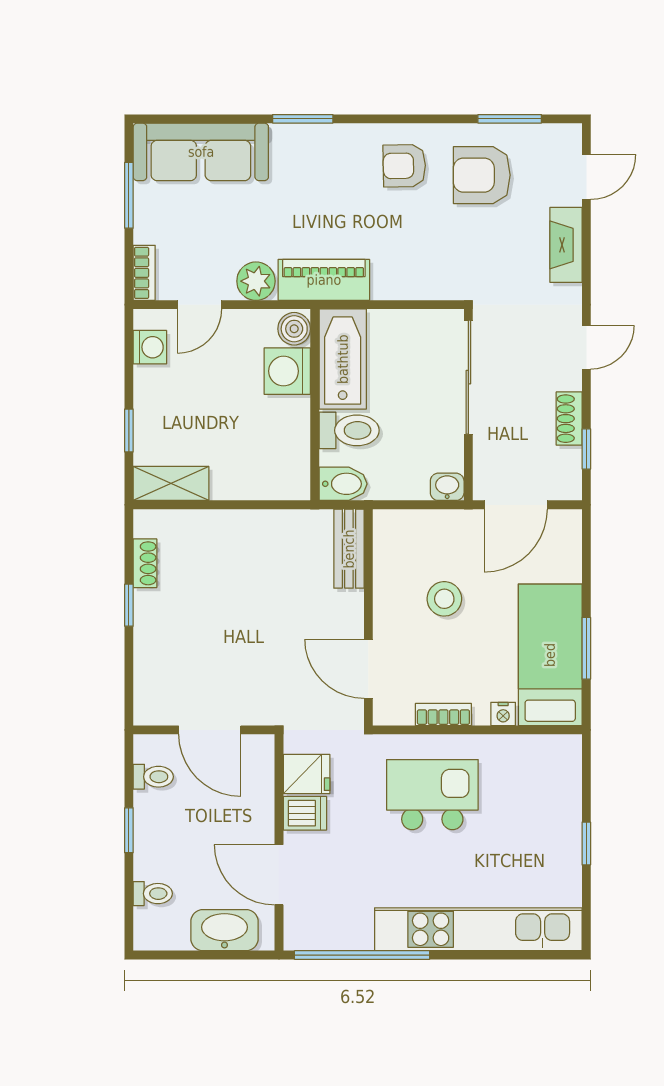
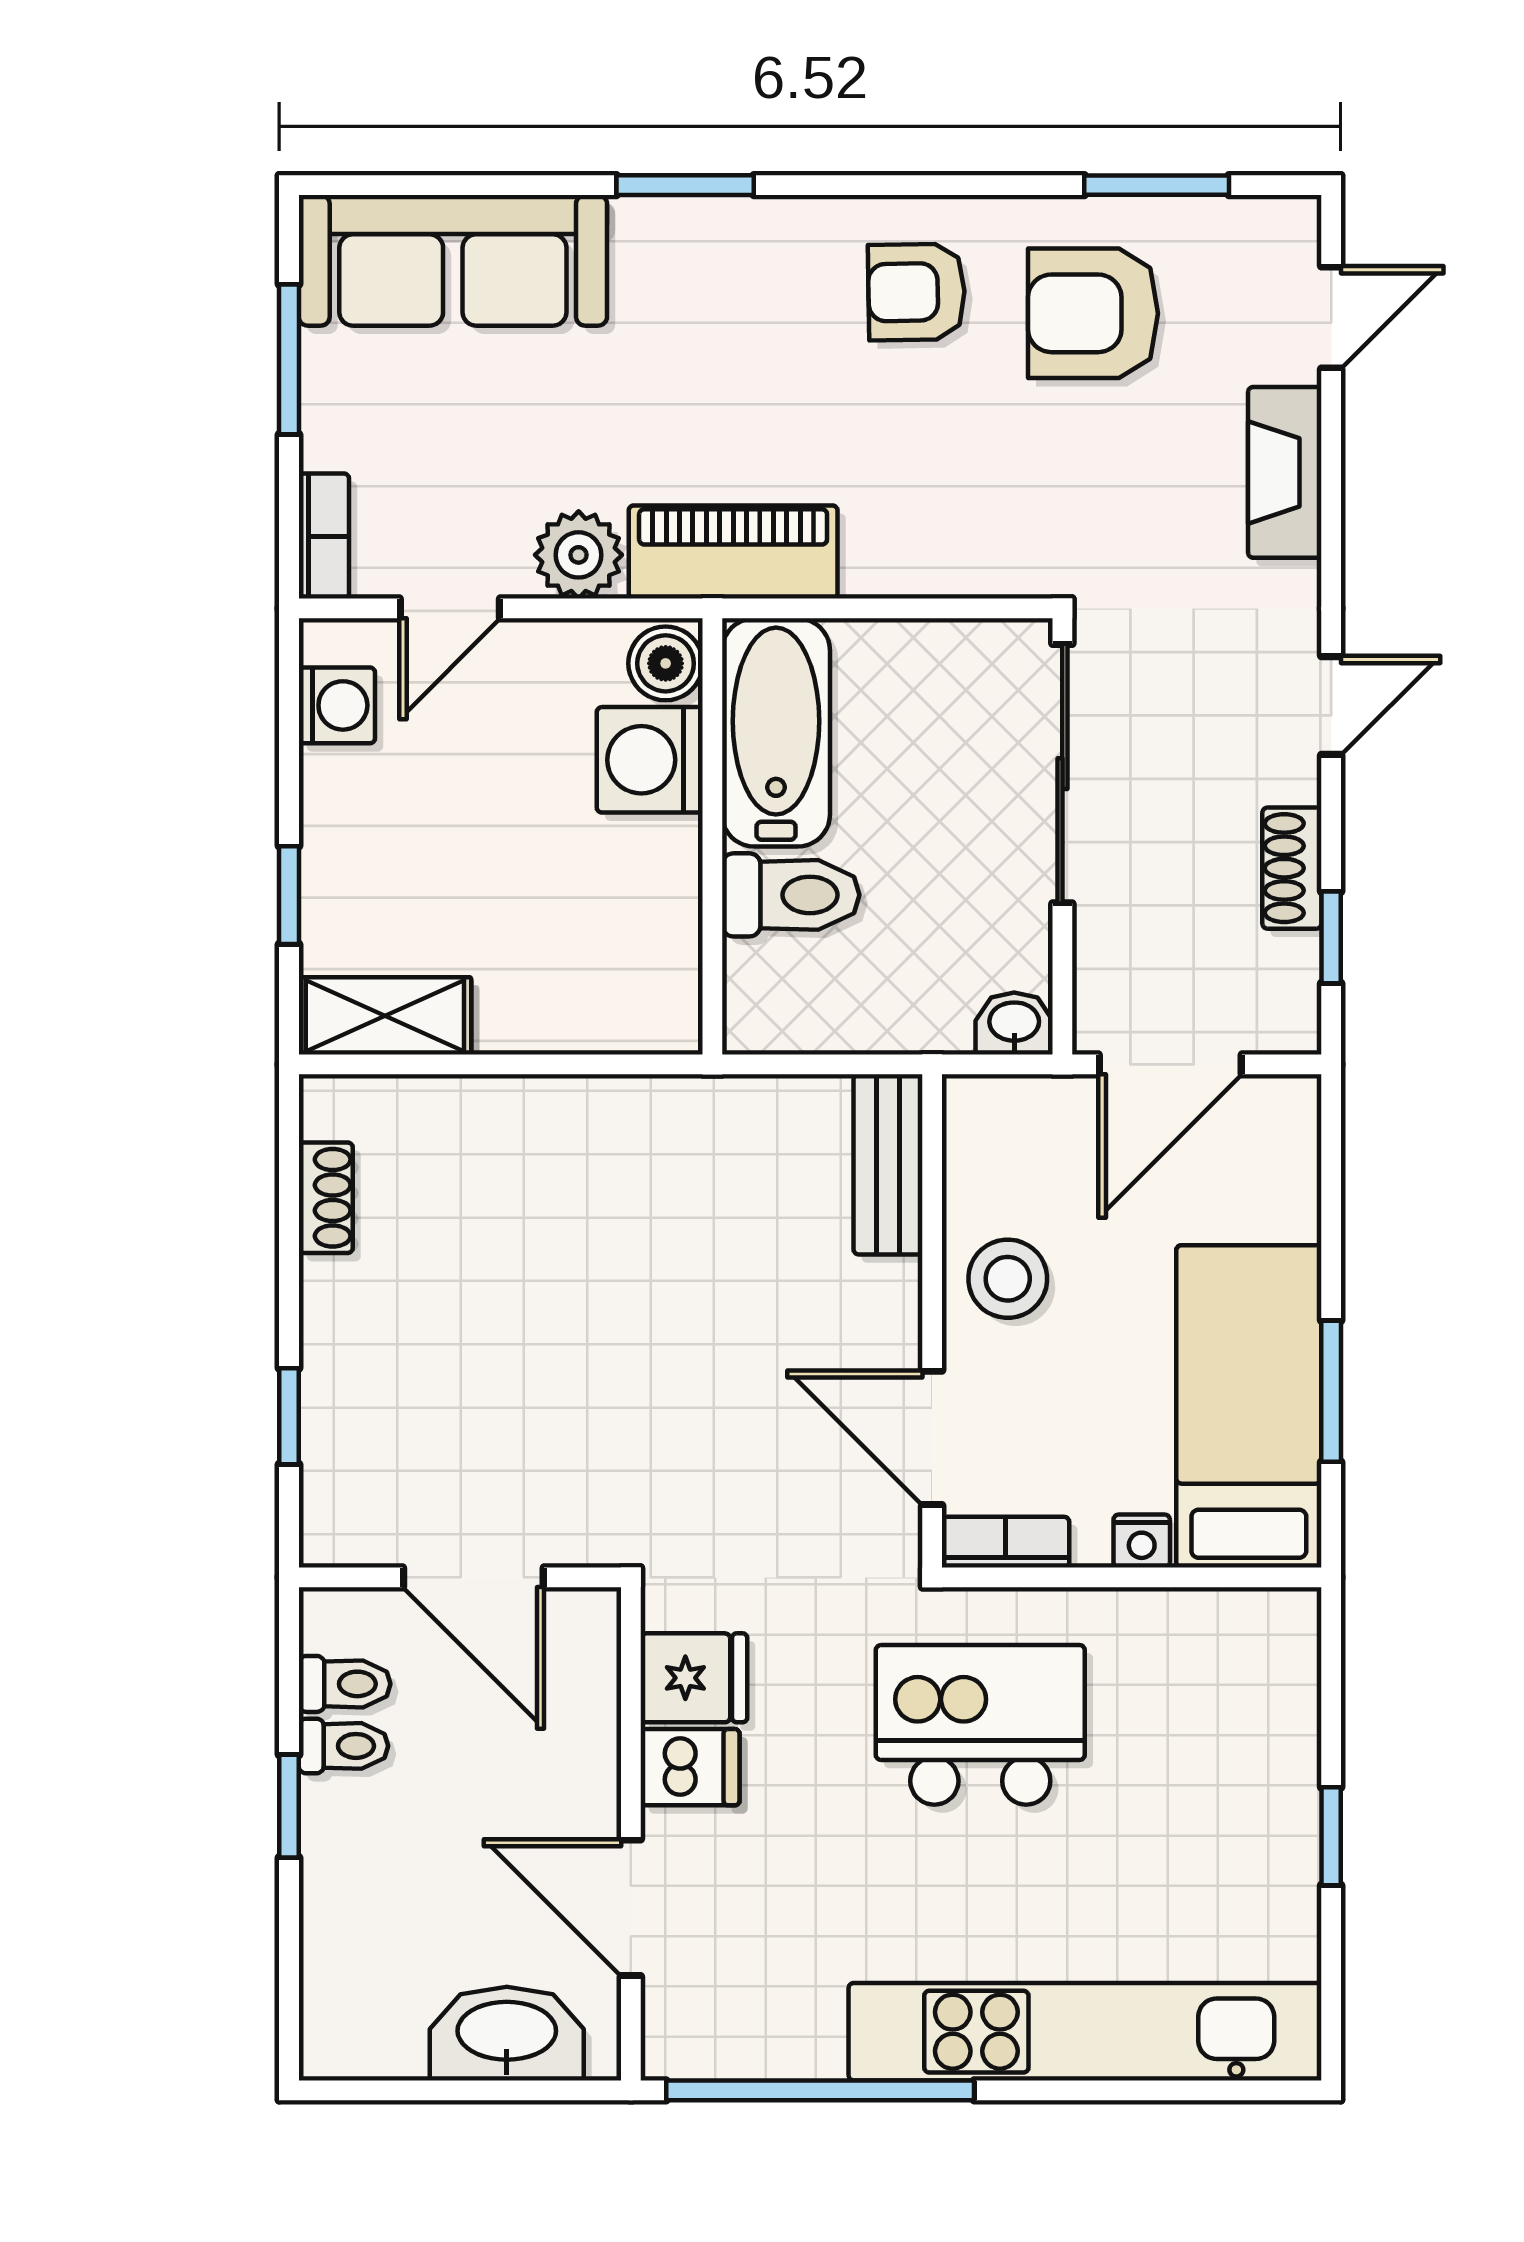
bidet: (343, 484) -> (777, 1017), removed
bench: (349, 549) -> (888, 1164), moved
window: (129, 605) -> (289, 1416), moved
wall: (368, 617) -> (932, 1321), moved
door: (368, 669) -> (932, 1438), moved
toilet: (153, 894) -> (343, 1746), moved

